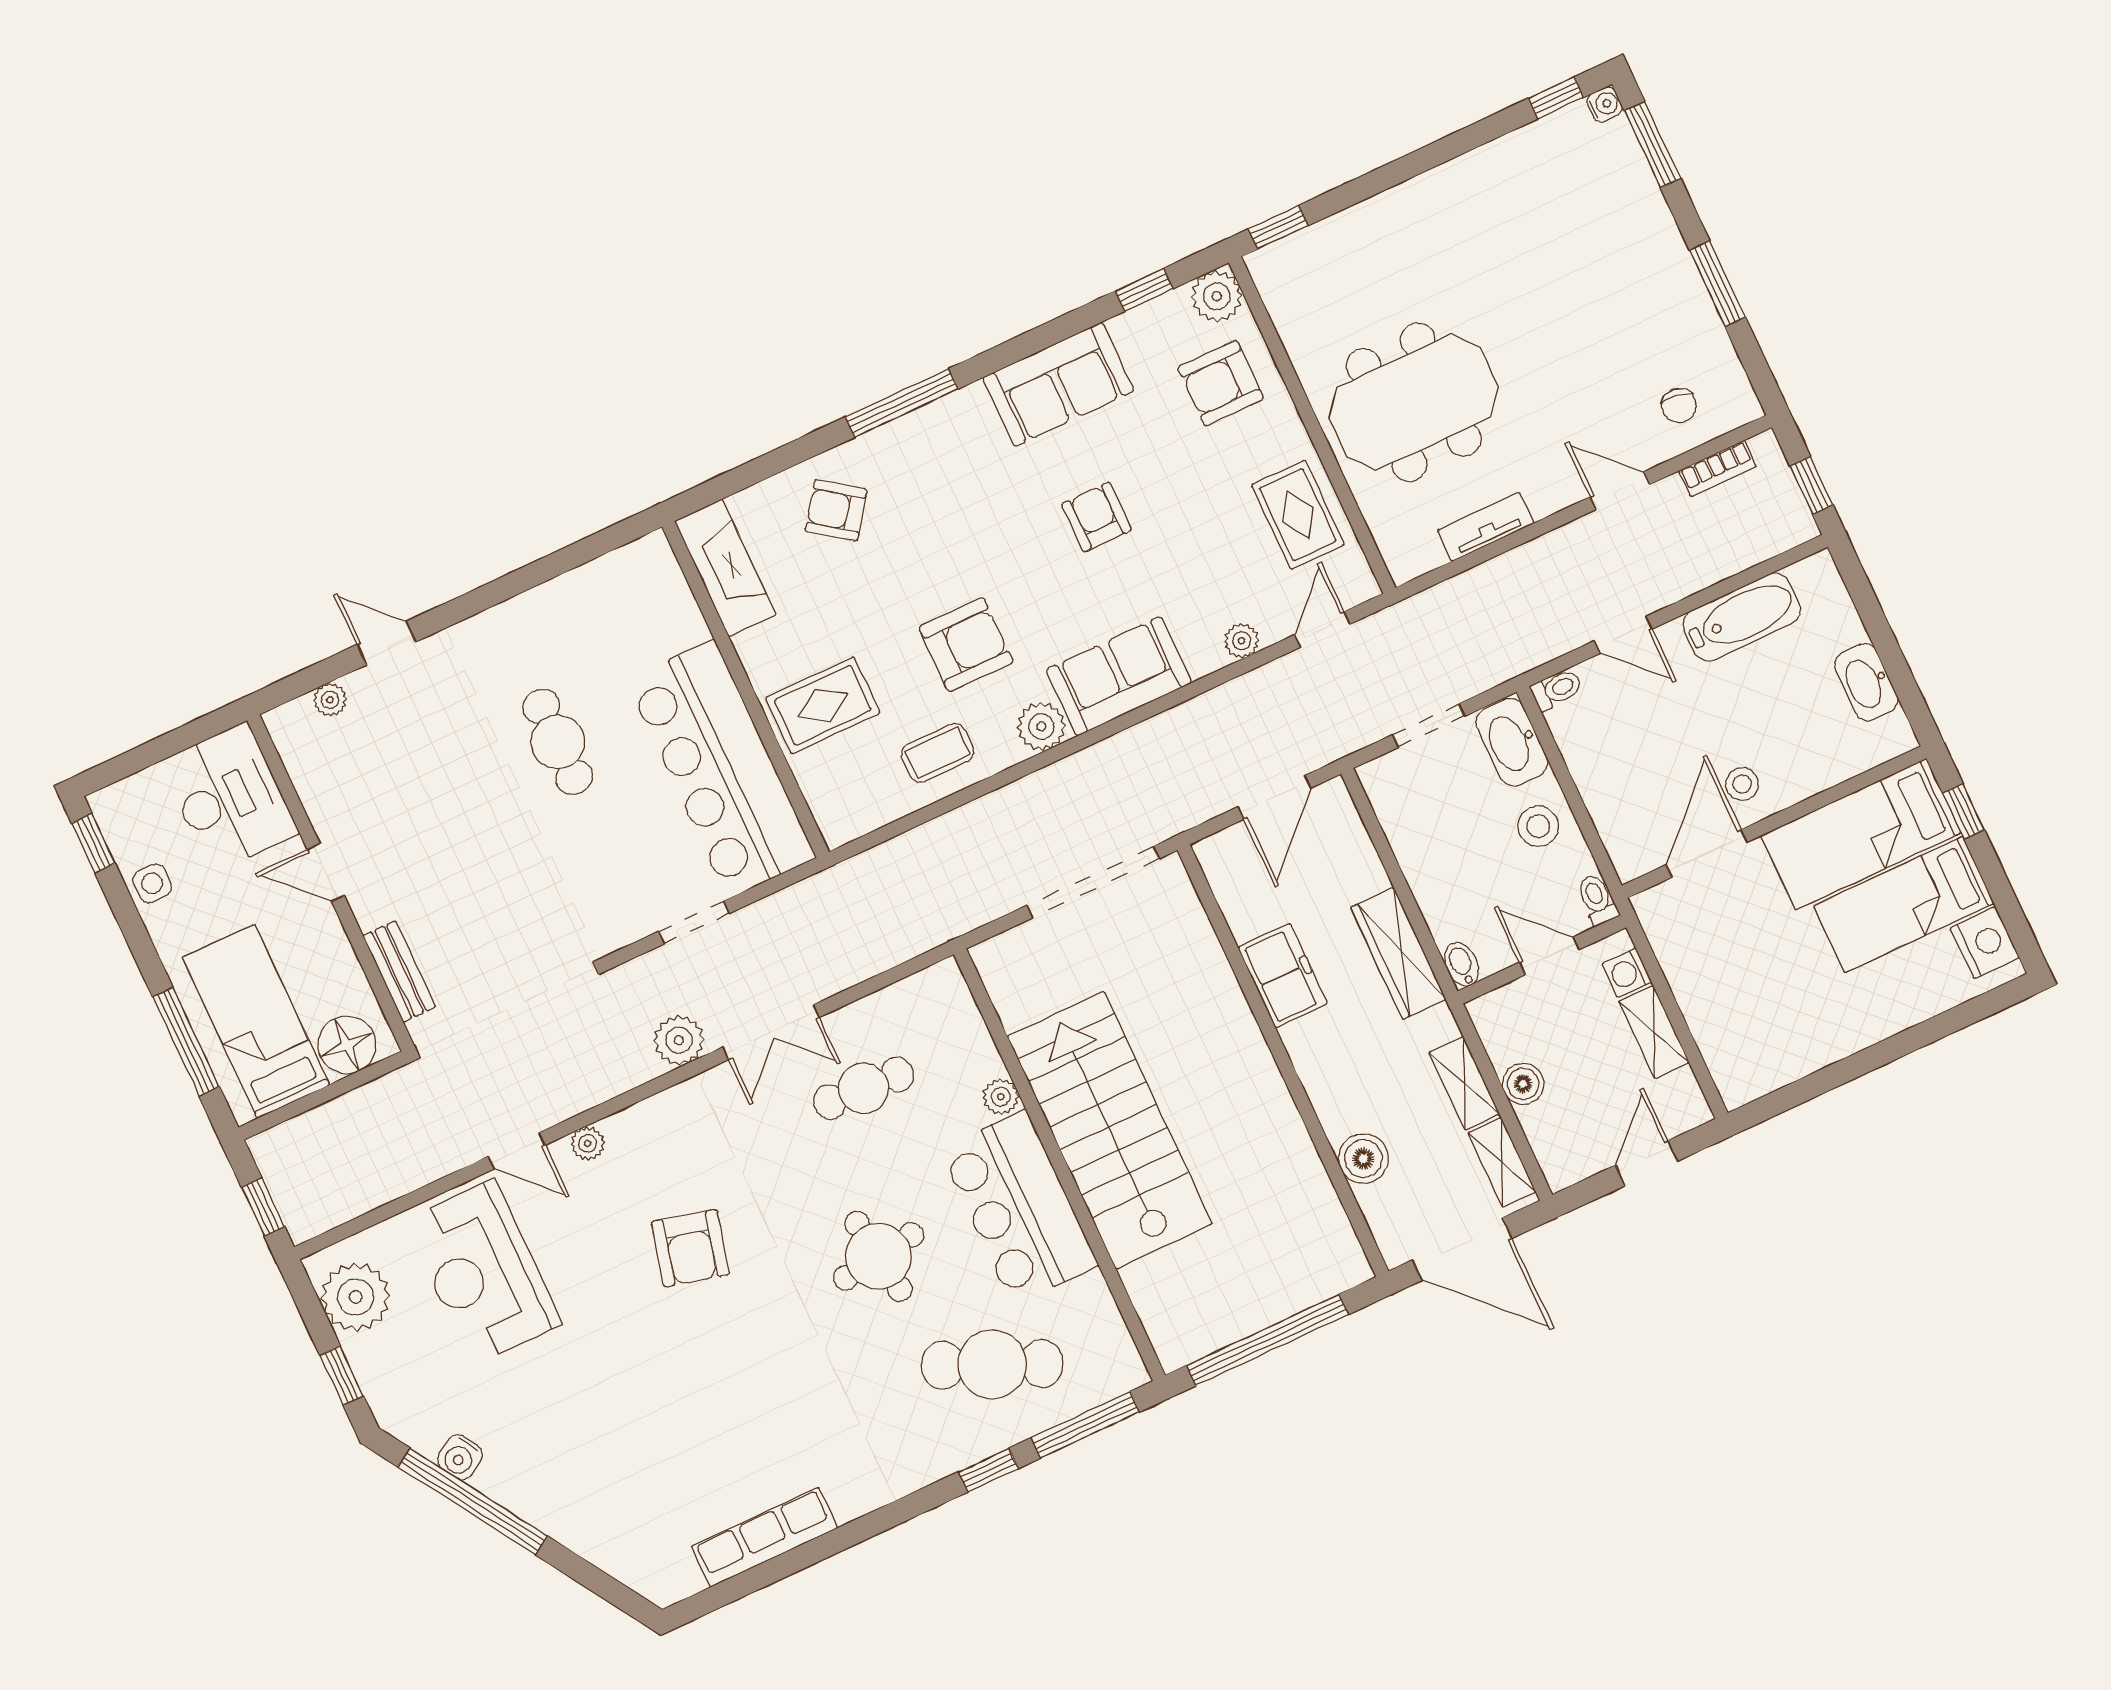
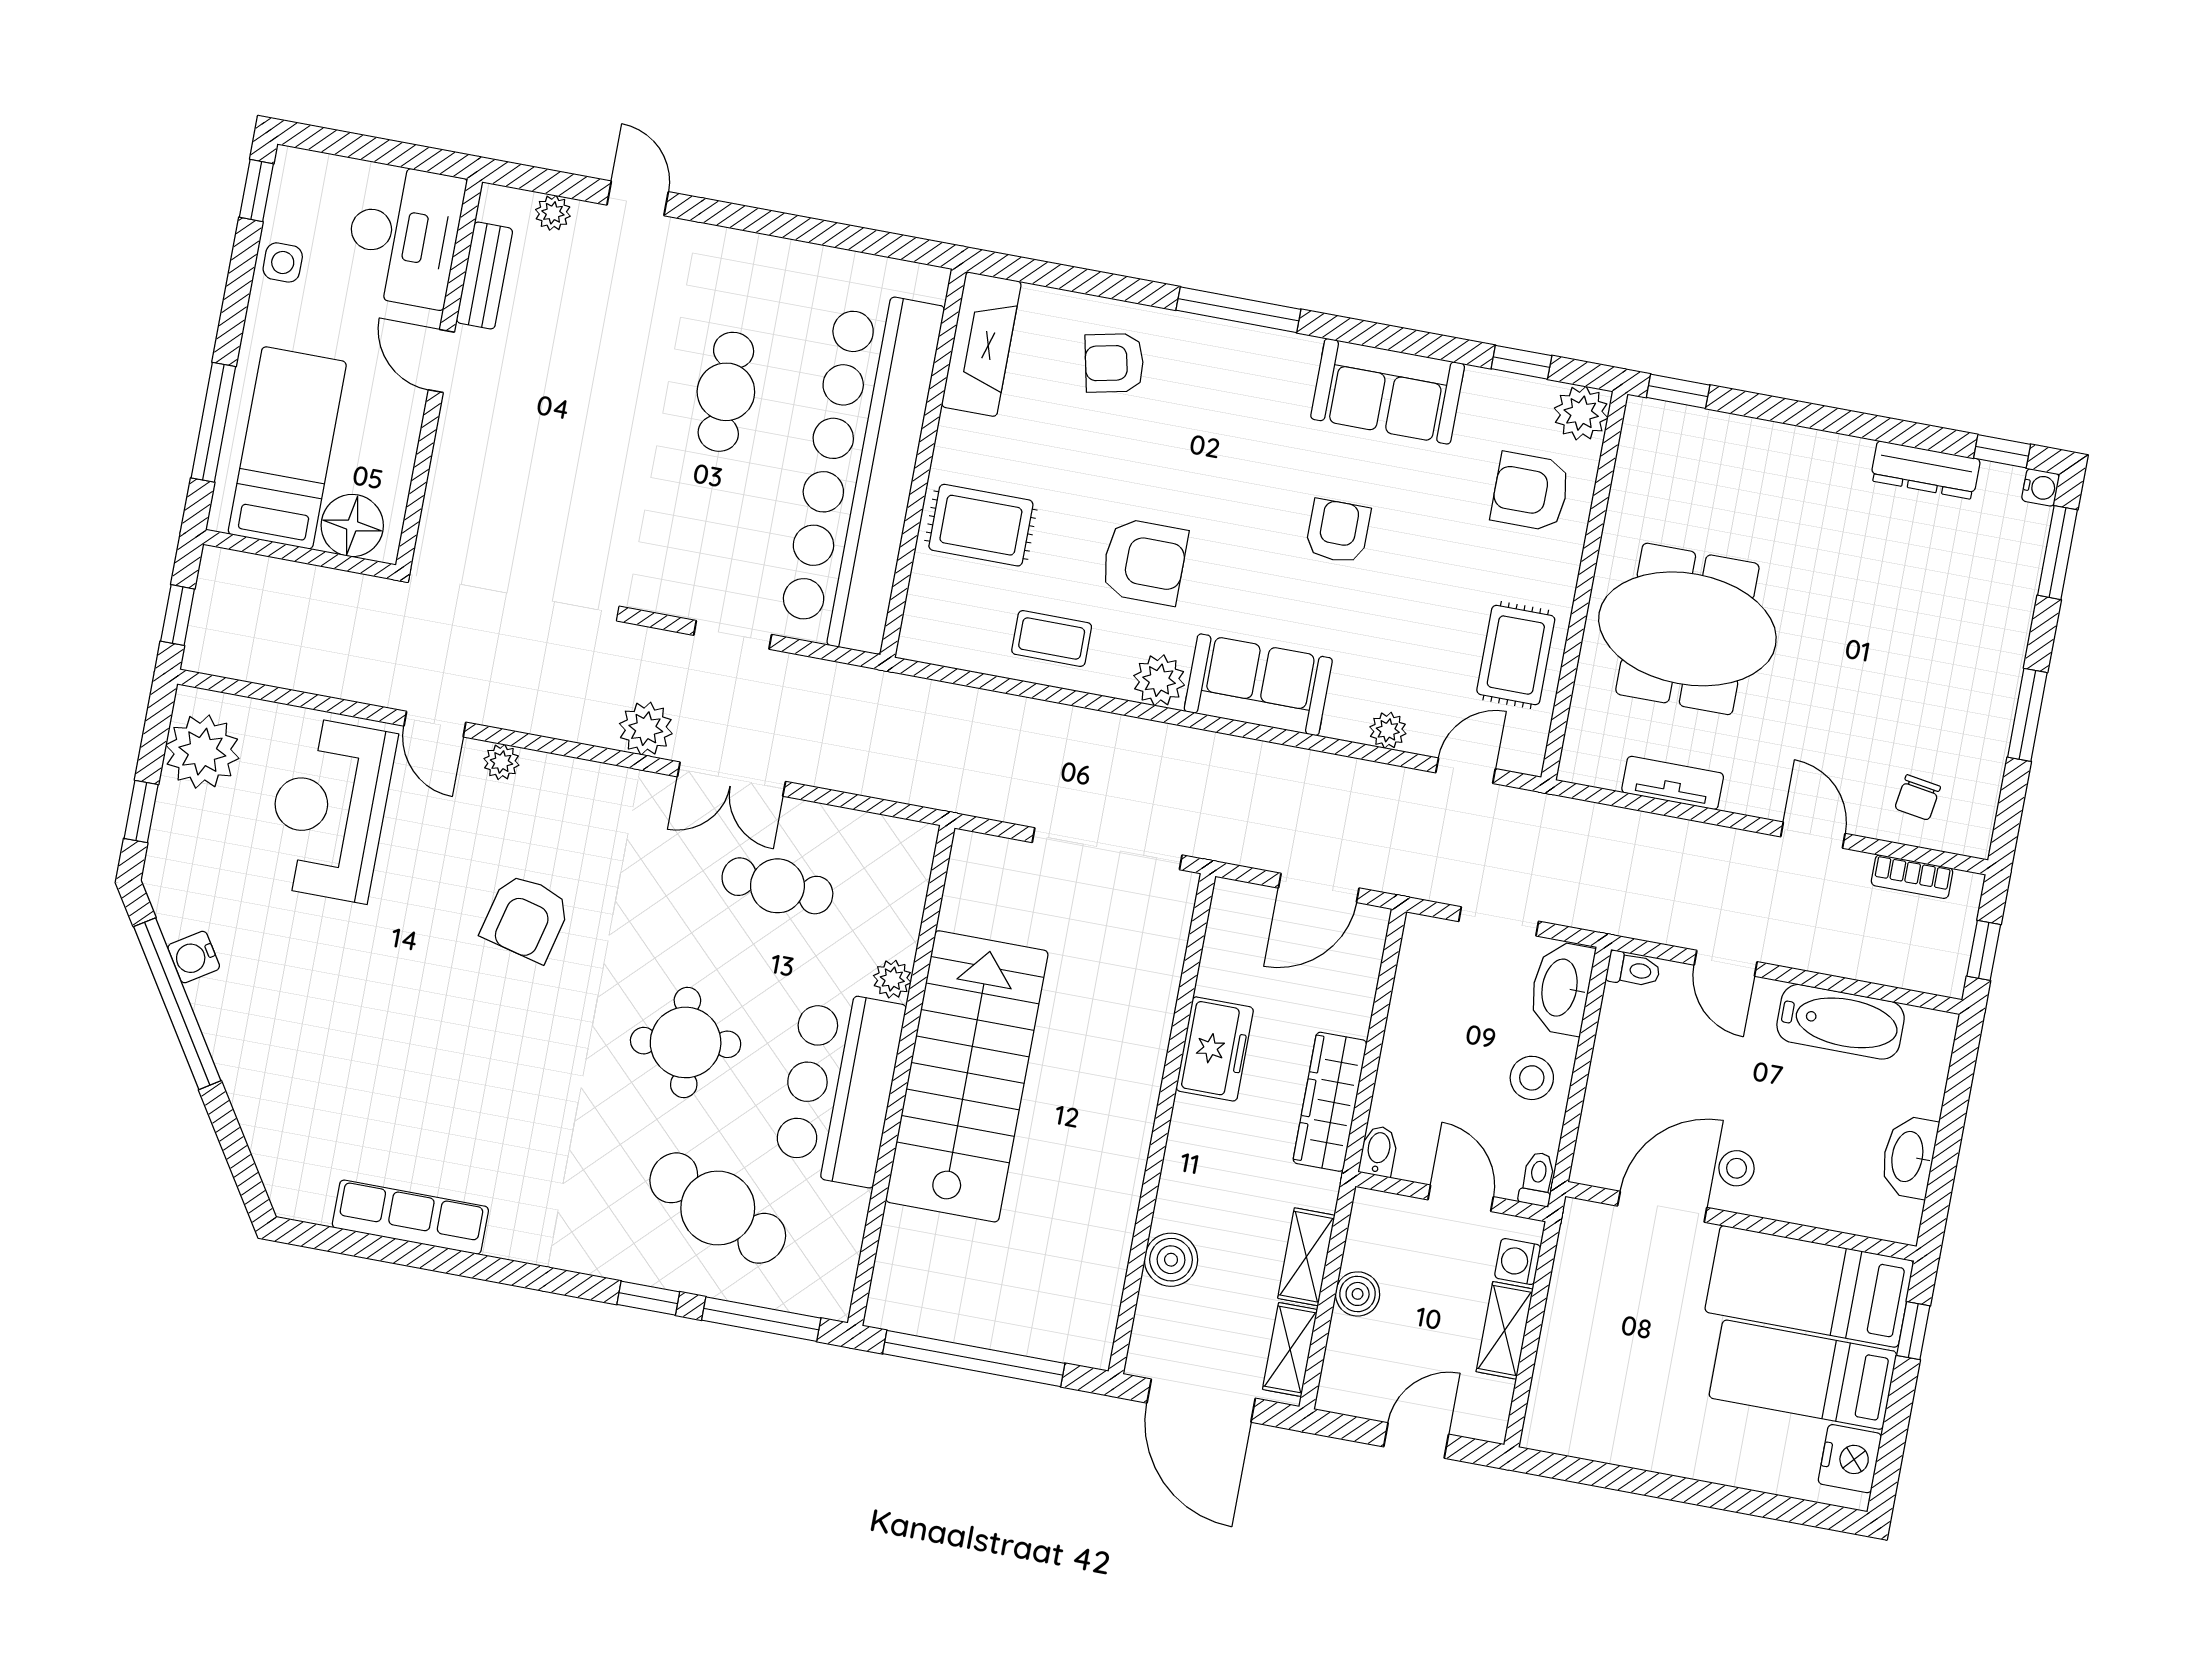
dresser: (1508, 153) -> (1925, 470), added
armchair: (836, 510) -> (1114, 363), turned -48
bar counter: (721, 769) -> (861, 471), width x1.36
bench: (399, 971) -> (484, 275), moved

